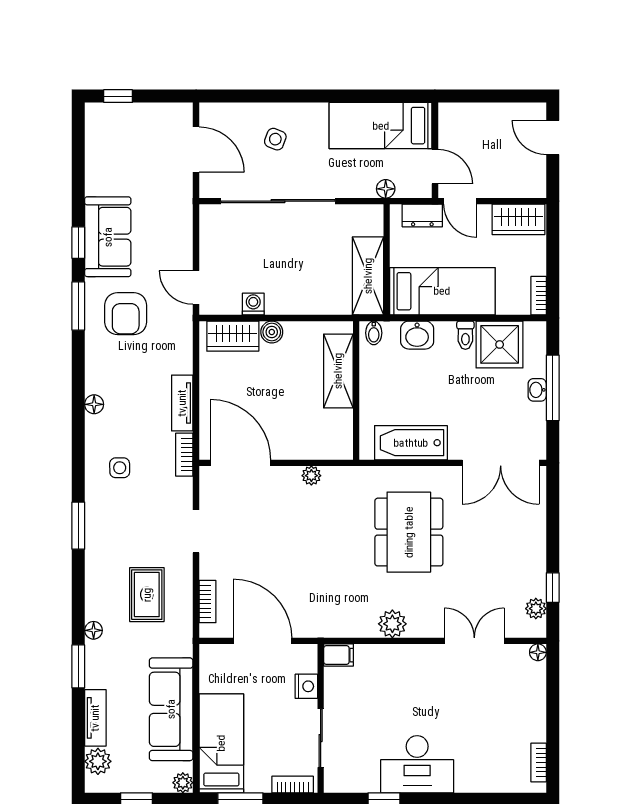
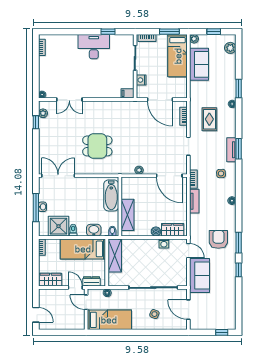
sofa: (108, 237) -> (200, 276), moved, turned 180
bathtub: (411, 443) -> (111, 195), moved, turned 90
dining table: (409, 532) -> (97, 146), width x0.73
plant: (392, 624) -> (104, 107), removed
sofa: (171, 709) -> (199, 64), width x0.73
tv unit: (95, 718) -> (231, 150), moved

